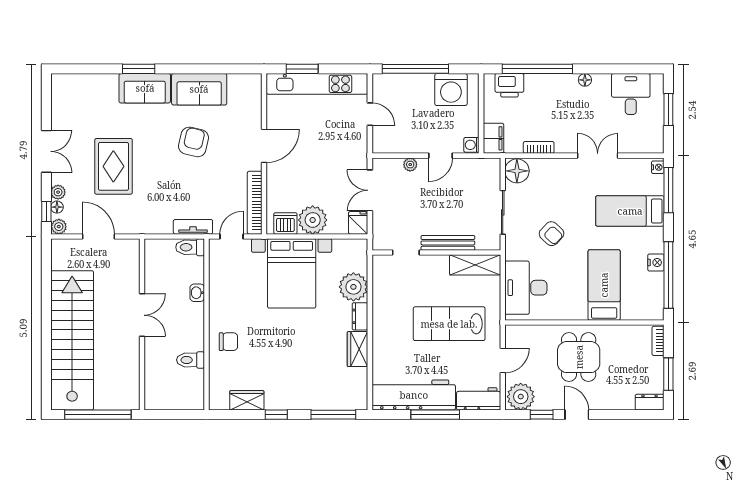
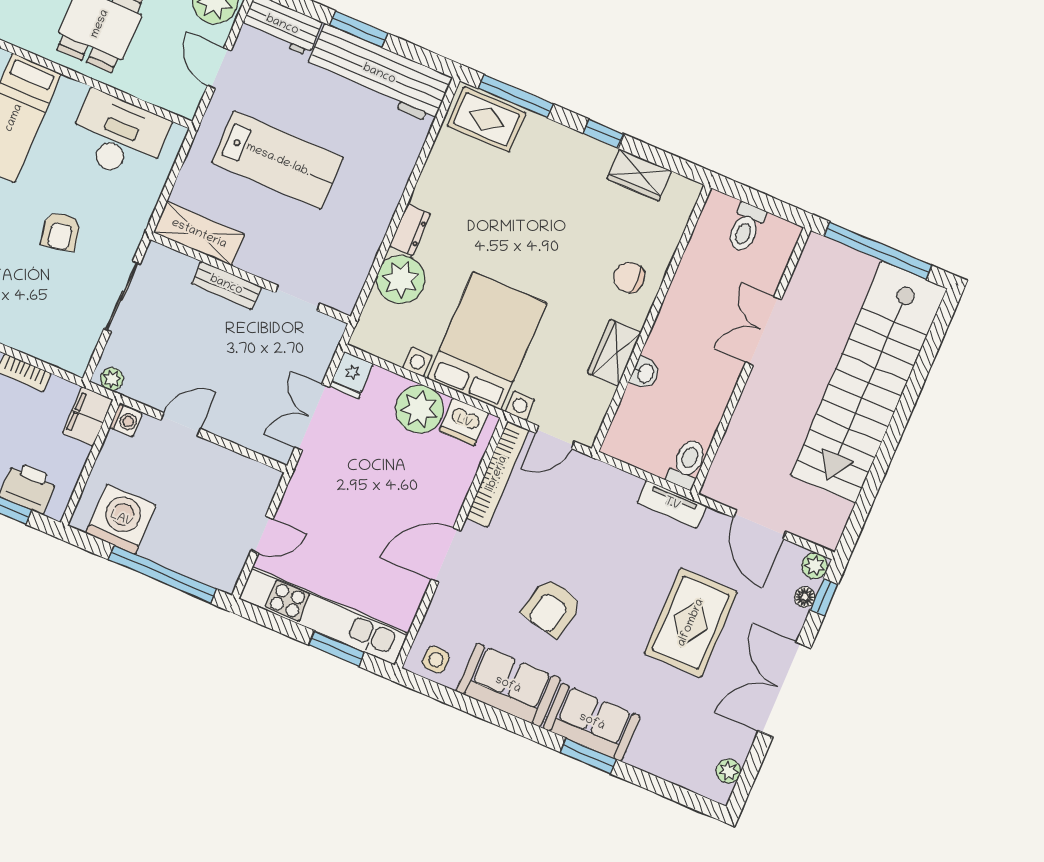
side table: (245, 86) -> (436, 660), added
door: (370, 114) -> (262, 535), swing flipped
double door: (46, 151) -> (785, 690), width x1.37
plant: (410, 165) -> (112, 379), moved
floor lamp: (517, 171) -> (73, 351), removed
double door: (370, 190) -> (312, 417), swing flipped
plant: (58, 192) -> (728, 771), moved
tv unit: (193, 227) -> (672, 504), moved
armchair: (552, 234) -> (61, 231), turned -144
bench: (448, 243) -> (226, 285), width x0.73
toilet: (190, 247) -> (687, 464), moved, turned -90
desk: (526, 288) -> (118, 136), moved, turned -90
double door: (142, 315) -> (764, 331), moved
wardrobe: (358, 349) -> (614, 353), moved, turned 180
toilet: (191, 360) -> (746, 228), moved, turned 90
door: (503, 361) -> (219, 68), hinge flipped
rug: (344, 395) -> (487, 119), added
window: (435, 415) -> (359, 29), width x0.69

